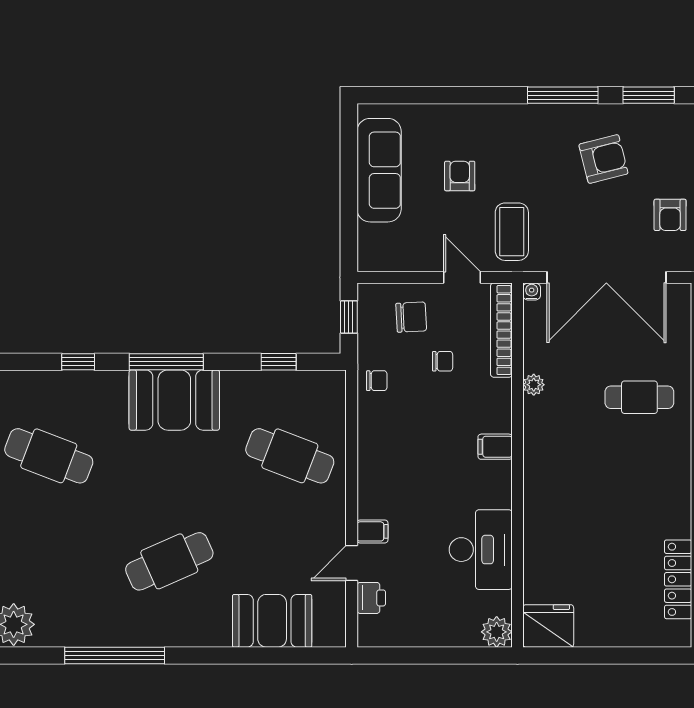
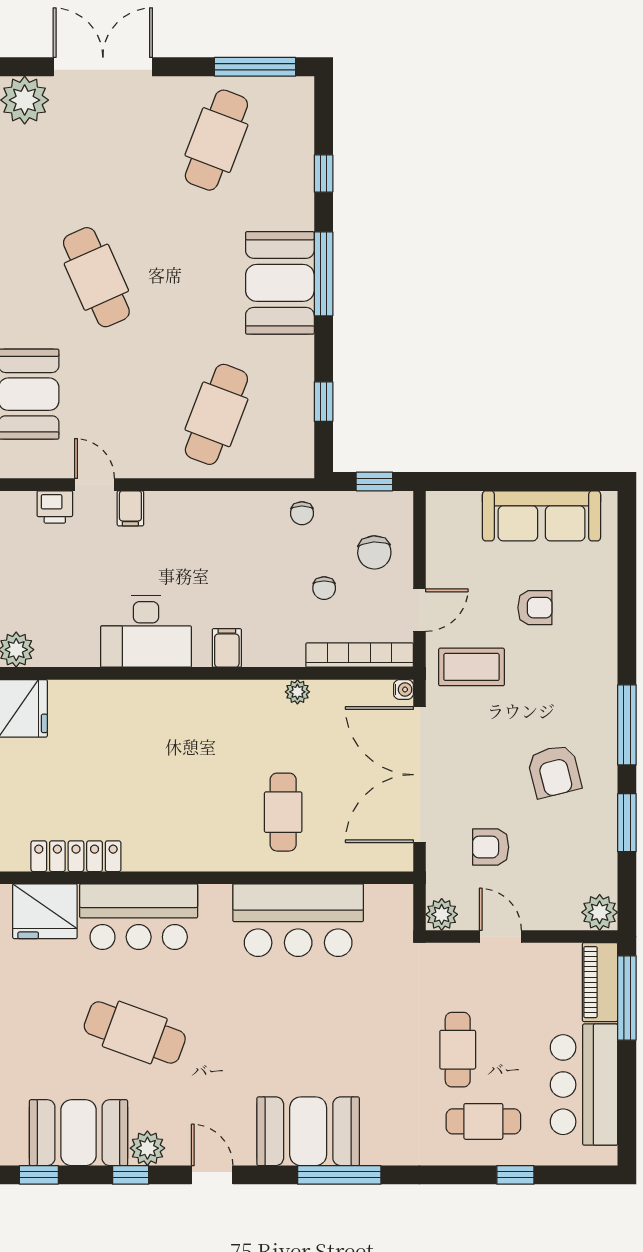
desk: (481, 550) -> (146, 632), moved

